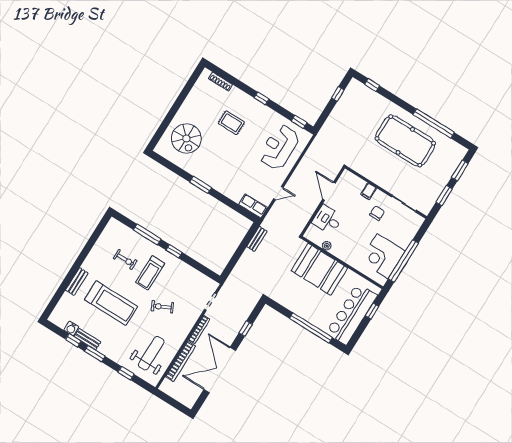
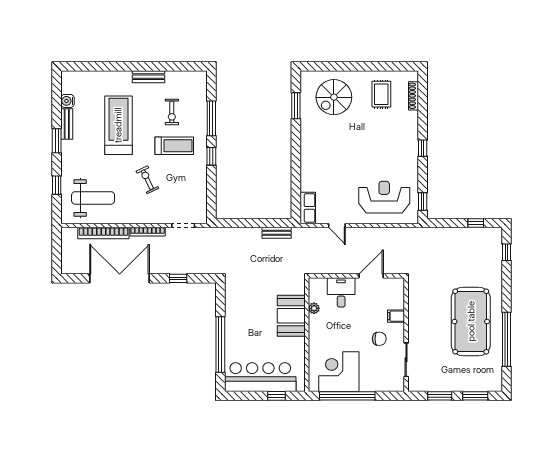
rug: (231, 123) -> (381, 94), moved
window: (201, 185) -> (296, 106), moved
booth: (319, 269) -> (291, 316), width x0.73, depth x0.70
treadmill: (150, 273) -> (174, 146), turned 180
bench: (77, 282) -> (149, 77), moved
treadmill: (111, 303) -> (118, 125), turned 180
window: (73, 340) -> (57, 110), removed

